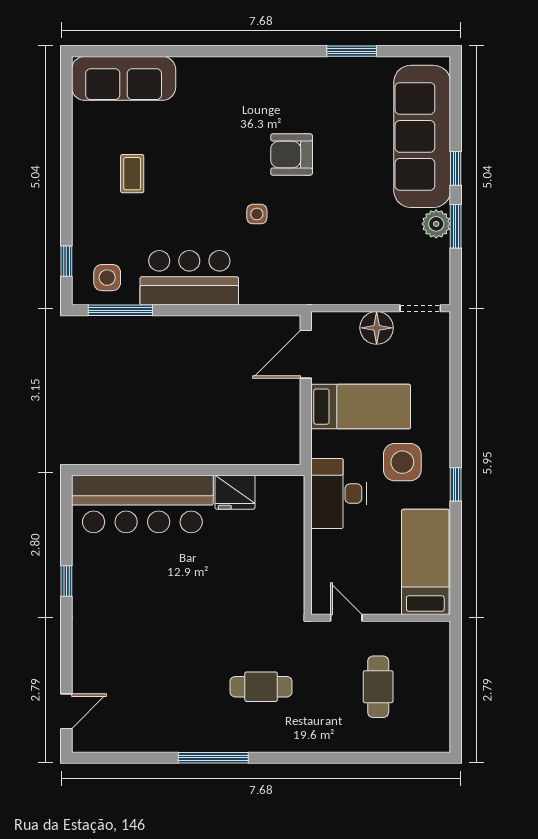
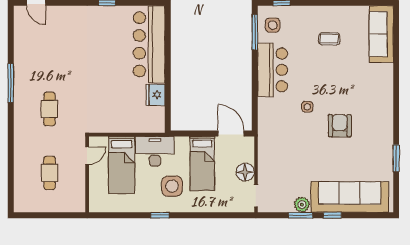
bed: (425, 562) -> (122, 165), moved, turned 90
cafe table: (378, 687) -> (49, 173), turned 90

